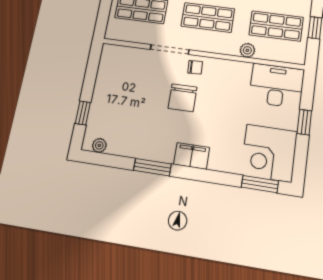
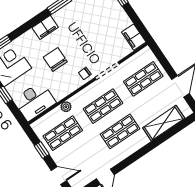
filing cabinet: (110, 60) -> (134, 37), added
chair: (182, 98) -> (55, 59), moved

